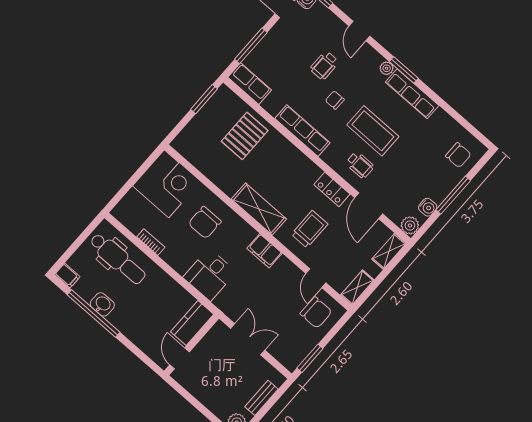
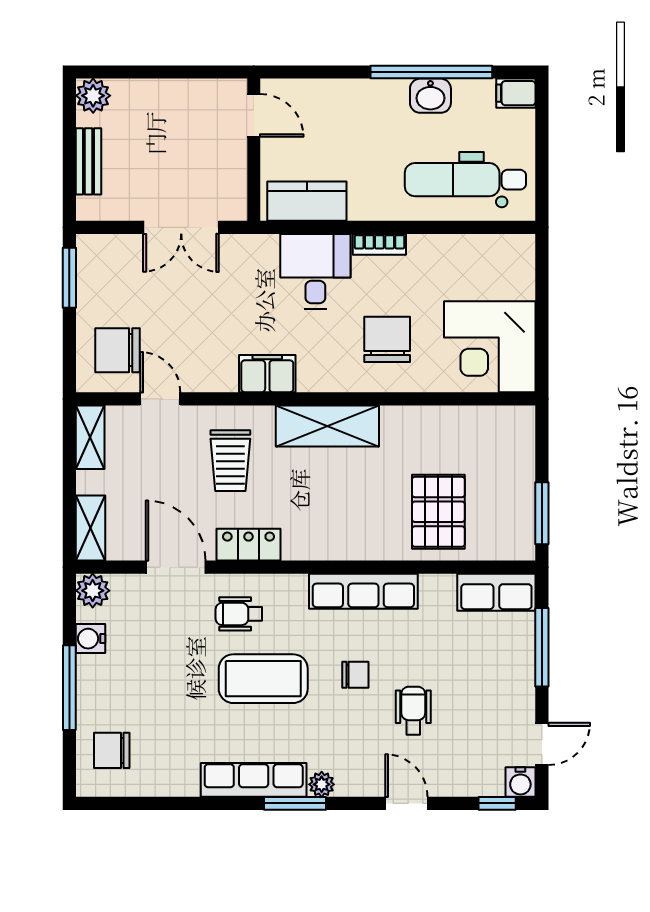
bookcase: (151, 242) -> (379, 244), moved
kitchen counter: (192, 323) -> (307, 201), moved, turned -90

